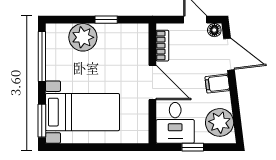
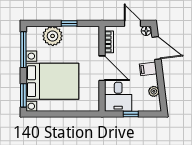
bed with nightstands: (82, 112) -> (52, 81), width x1.36
plant: (220, 122) -> (154, 91), width x0.53, depth x0.53

